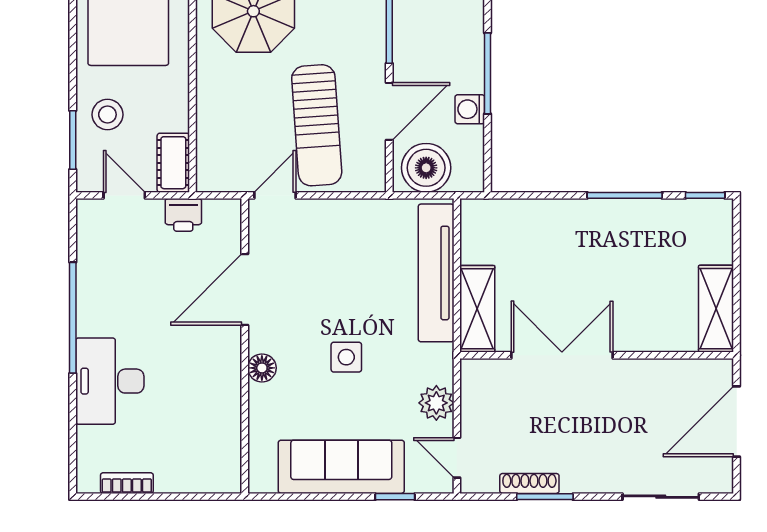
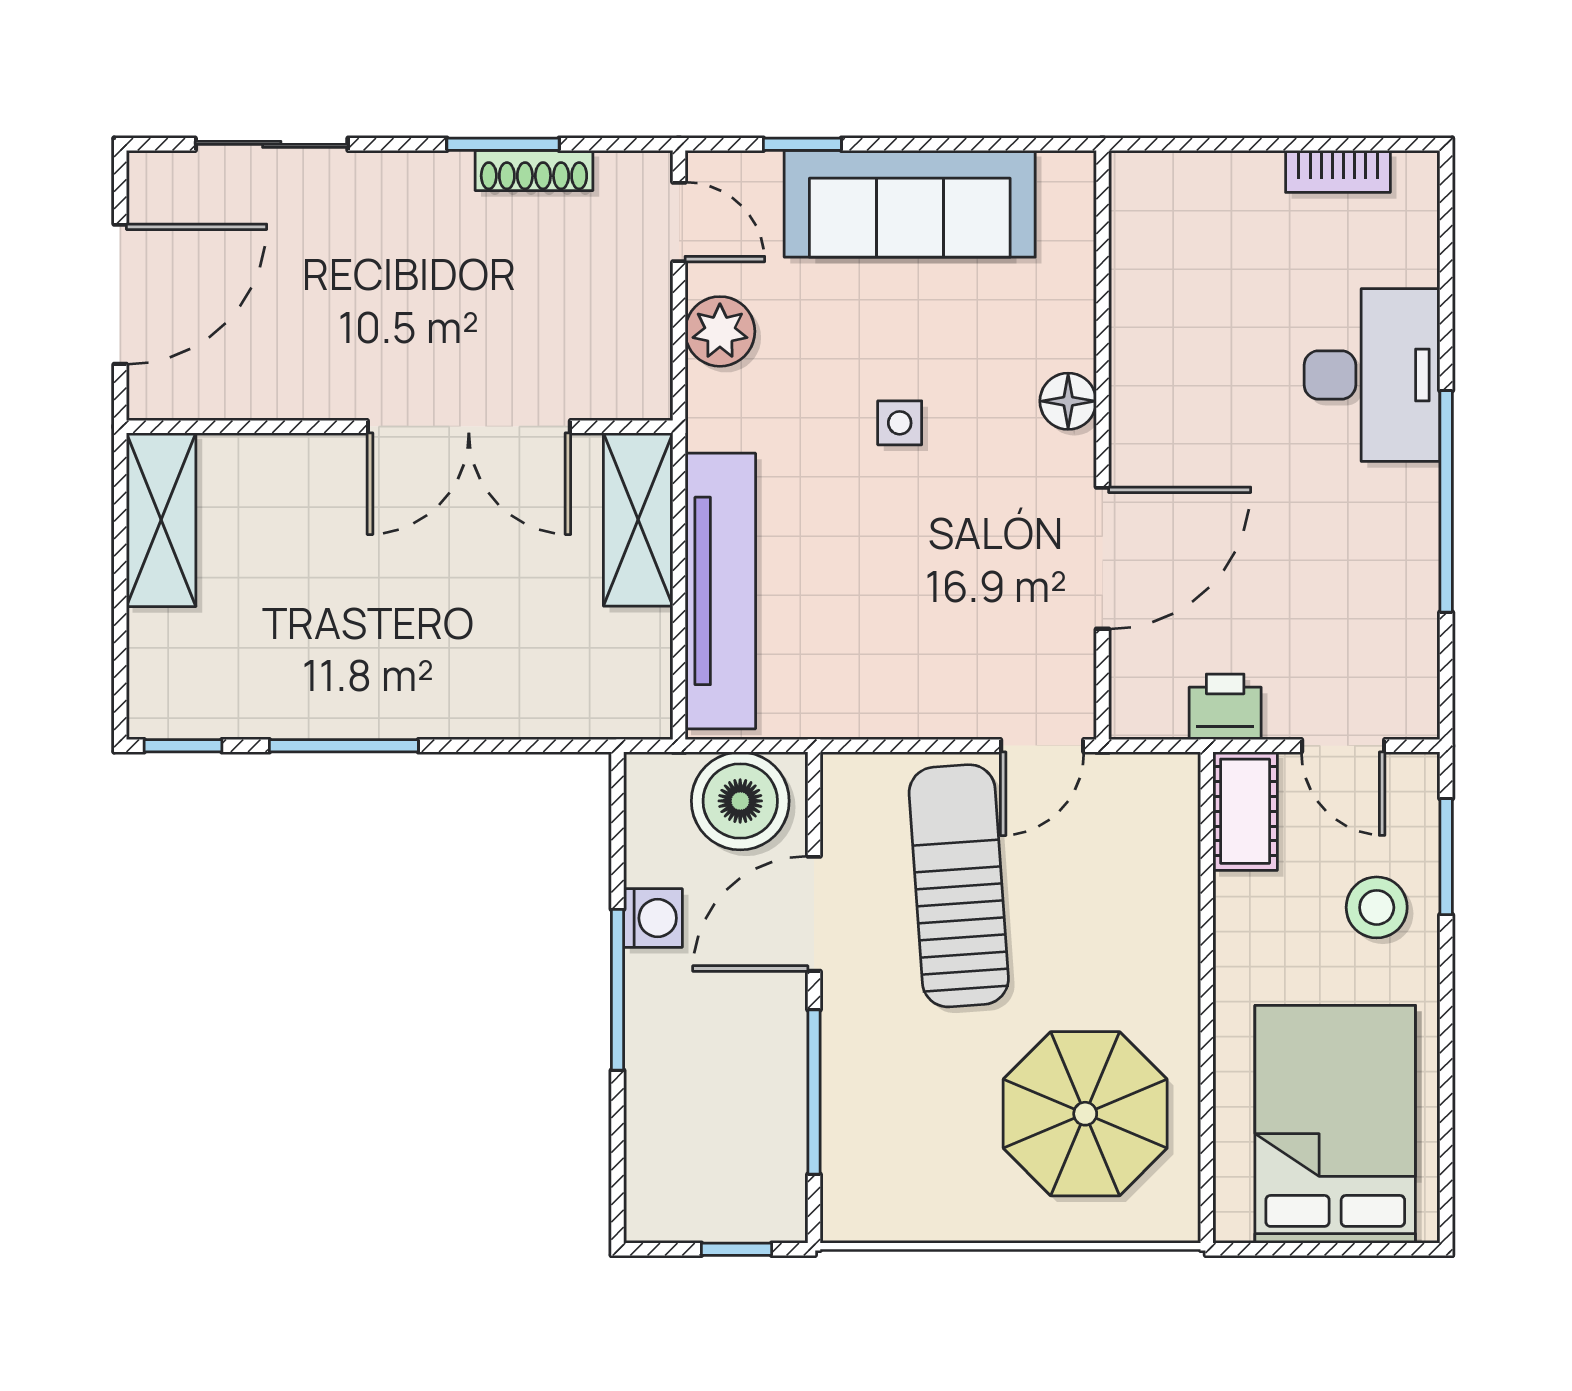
side table: (346, 357) -> (900, 423), width x0.73, depth x0.73

